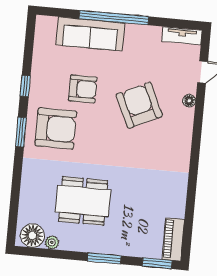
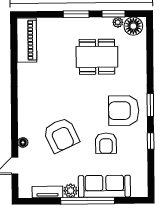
plant: (134, 33) -> (71, 191), added
tv unit: (182, 36) -> (47, 192), moved
armchair: (83, 89) -> (106, 143), turned -90
piano: (173, 239) -> (27, 40), width x1.37, depth x1.33
window: (157, 263) -> (114, 14), moved

